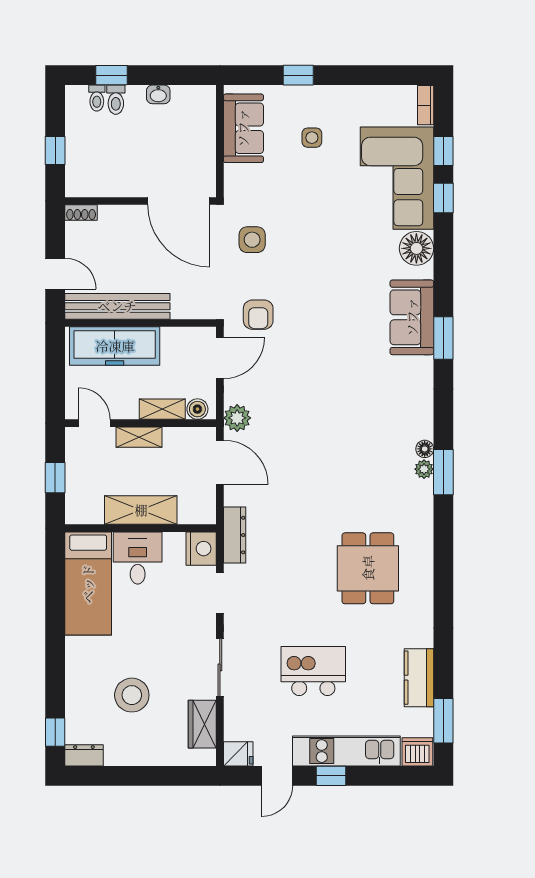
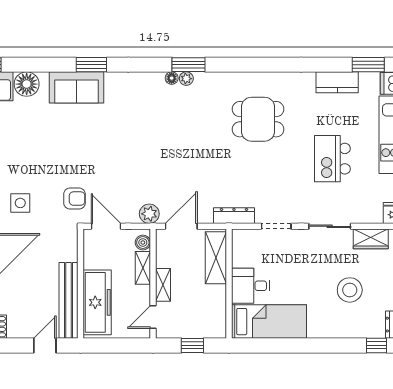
shelving: (141, 510) -> (216, 258), moved
nightstand: (201, 549) -> (244, 240), removed

